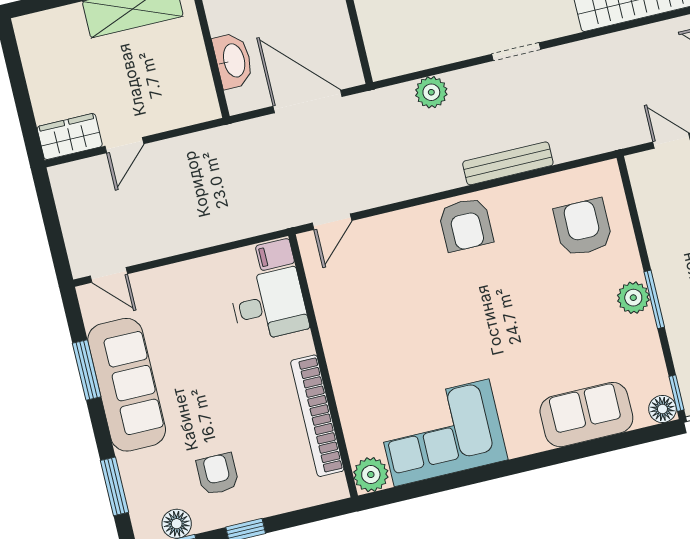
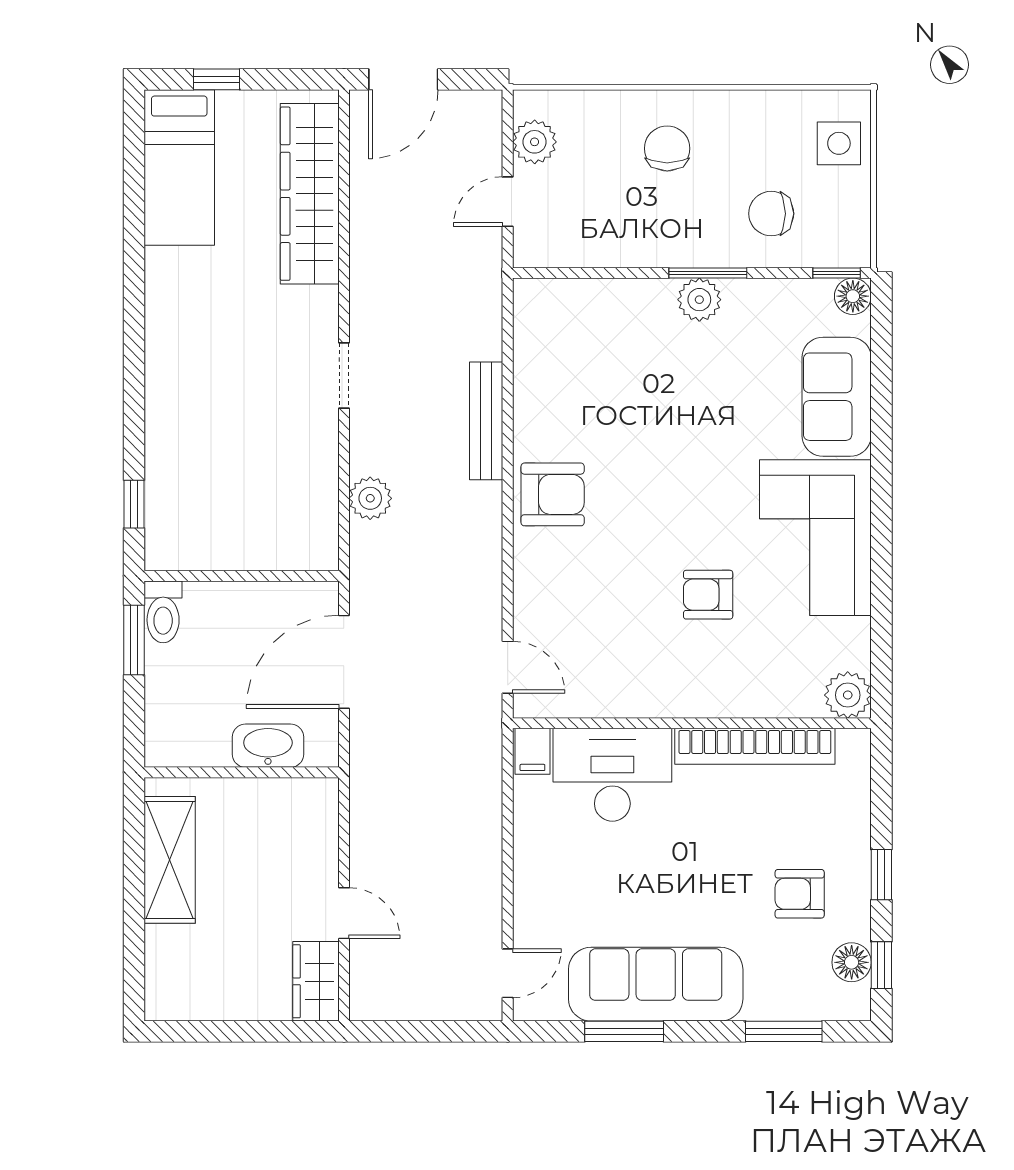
armchair: (583, 227) -> (708, 595), moved, width x0.72, depth x0.72
desk: (269, 305) -> (612, 775), width x1.37
corner sofa: (442, 433) -> (815, 538), moved

